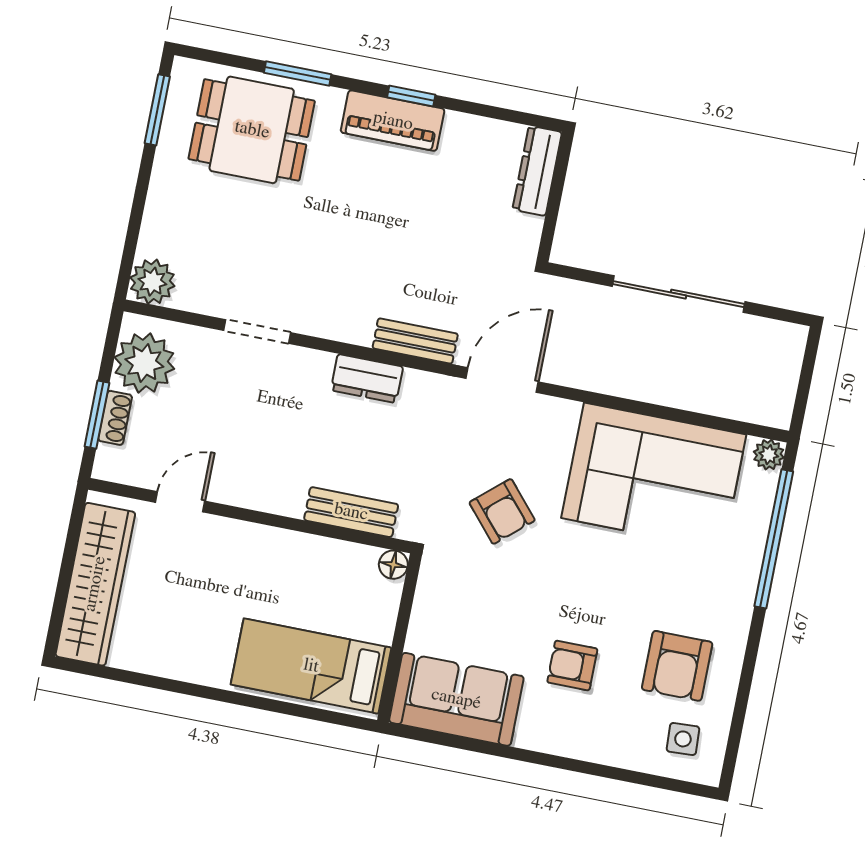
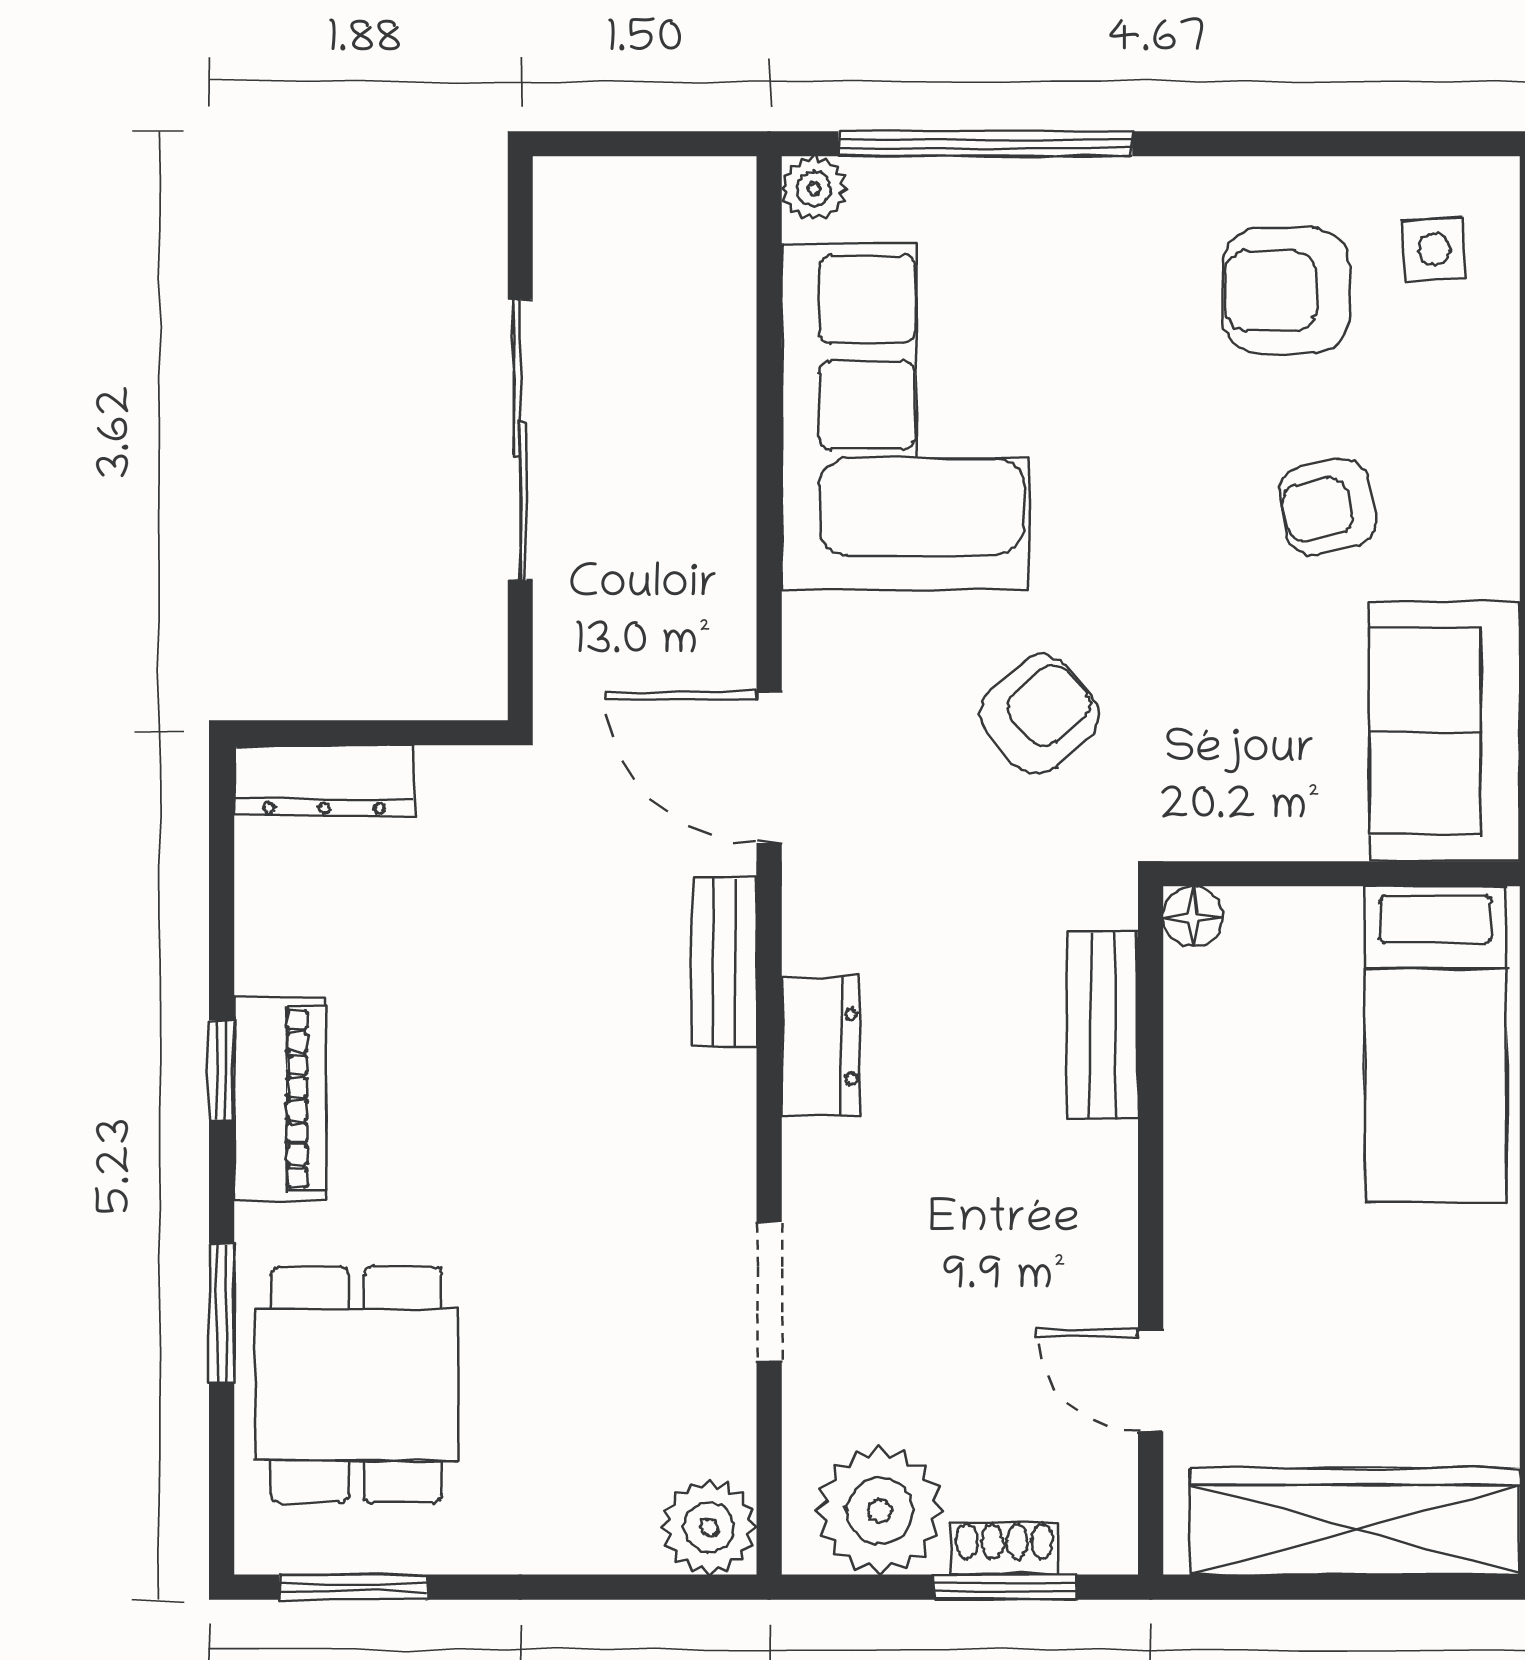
armchair: (572, 666) -> (1328, 507), turned 77
armchair: (677, 666) -> (1286, 291), turned 180

